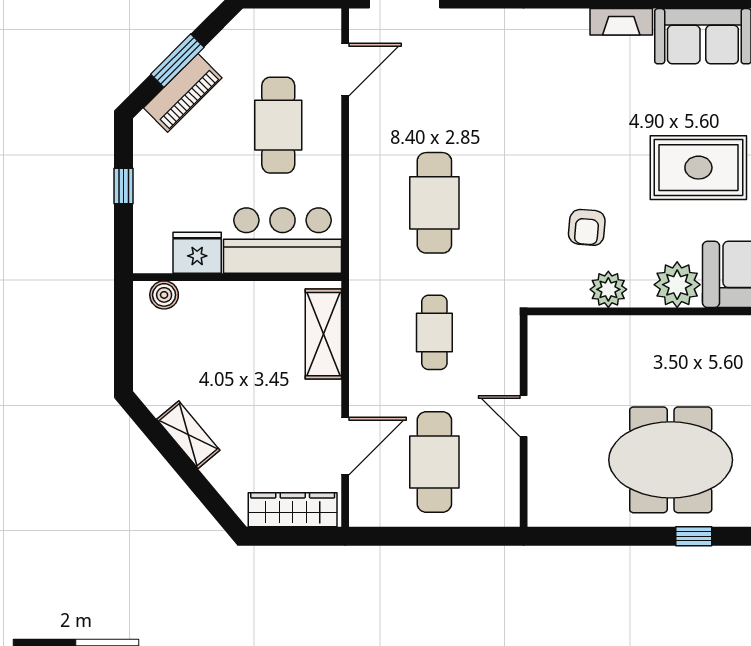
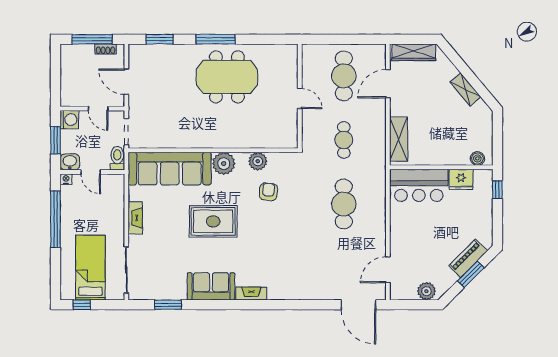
plant: (267, 27) -> (426, 291), added
cafe table: (278, 125) -> (421, 242), removed
window: (124, 186) -> (497, 190), moved
window: (694, 536) -> (216, 39), width x2.17

